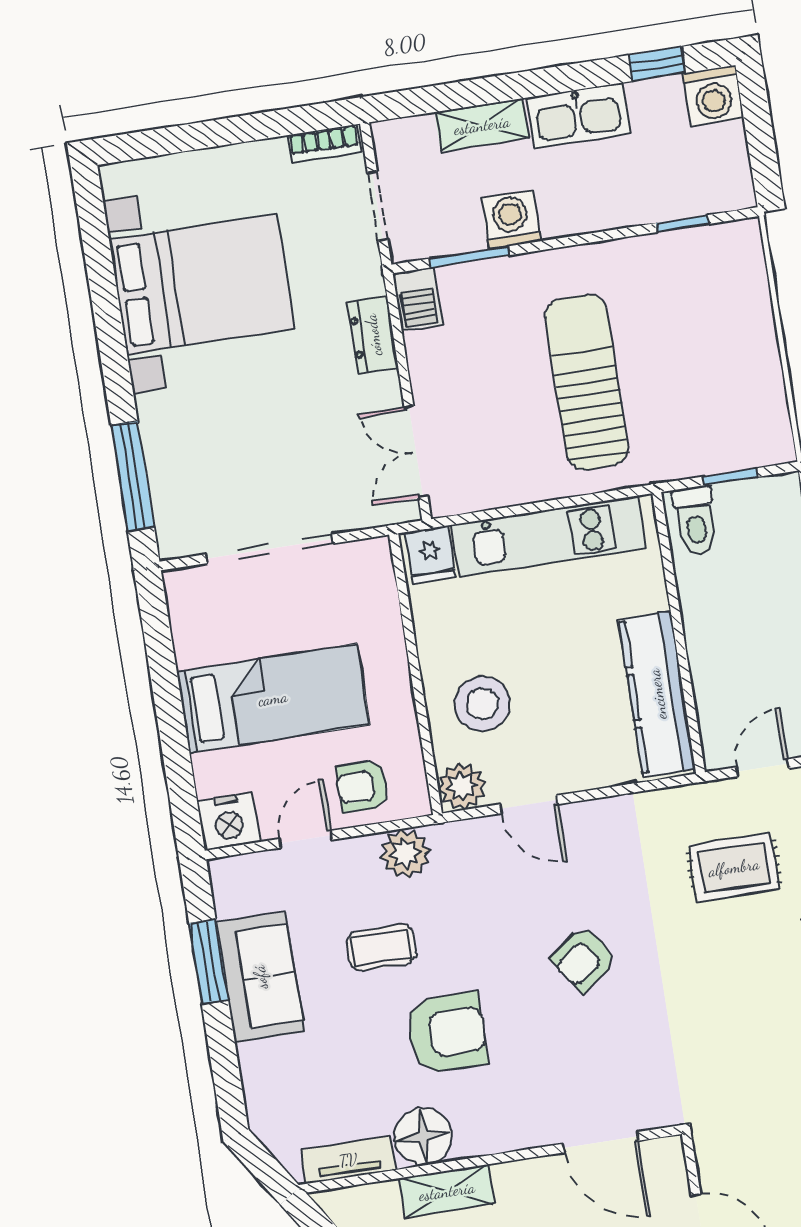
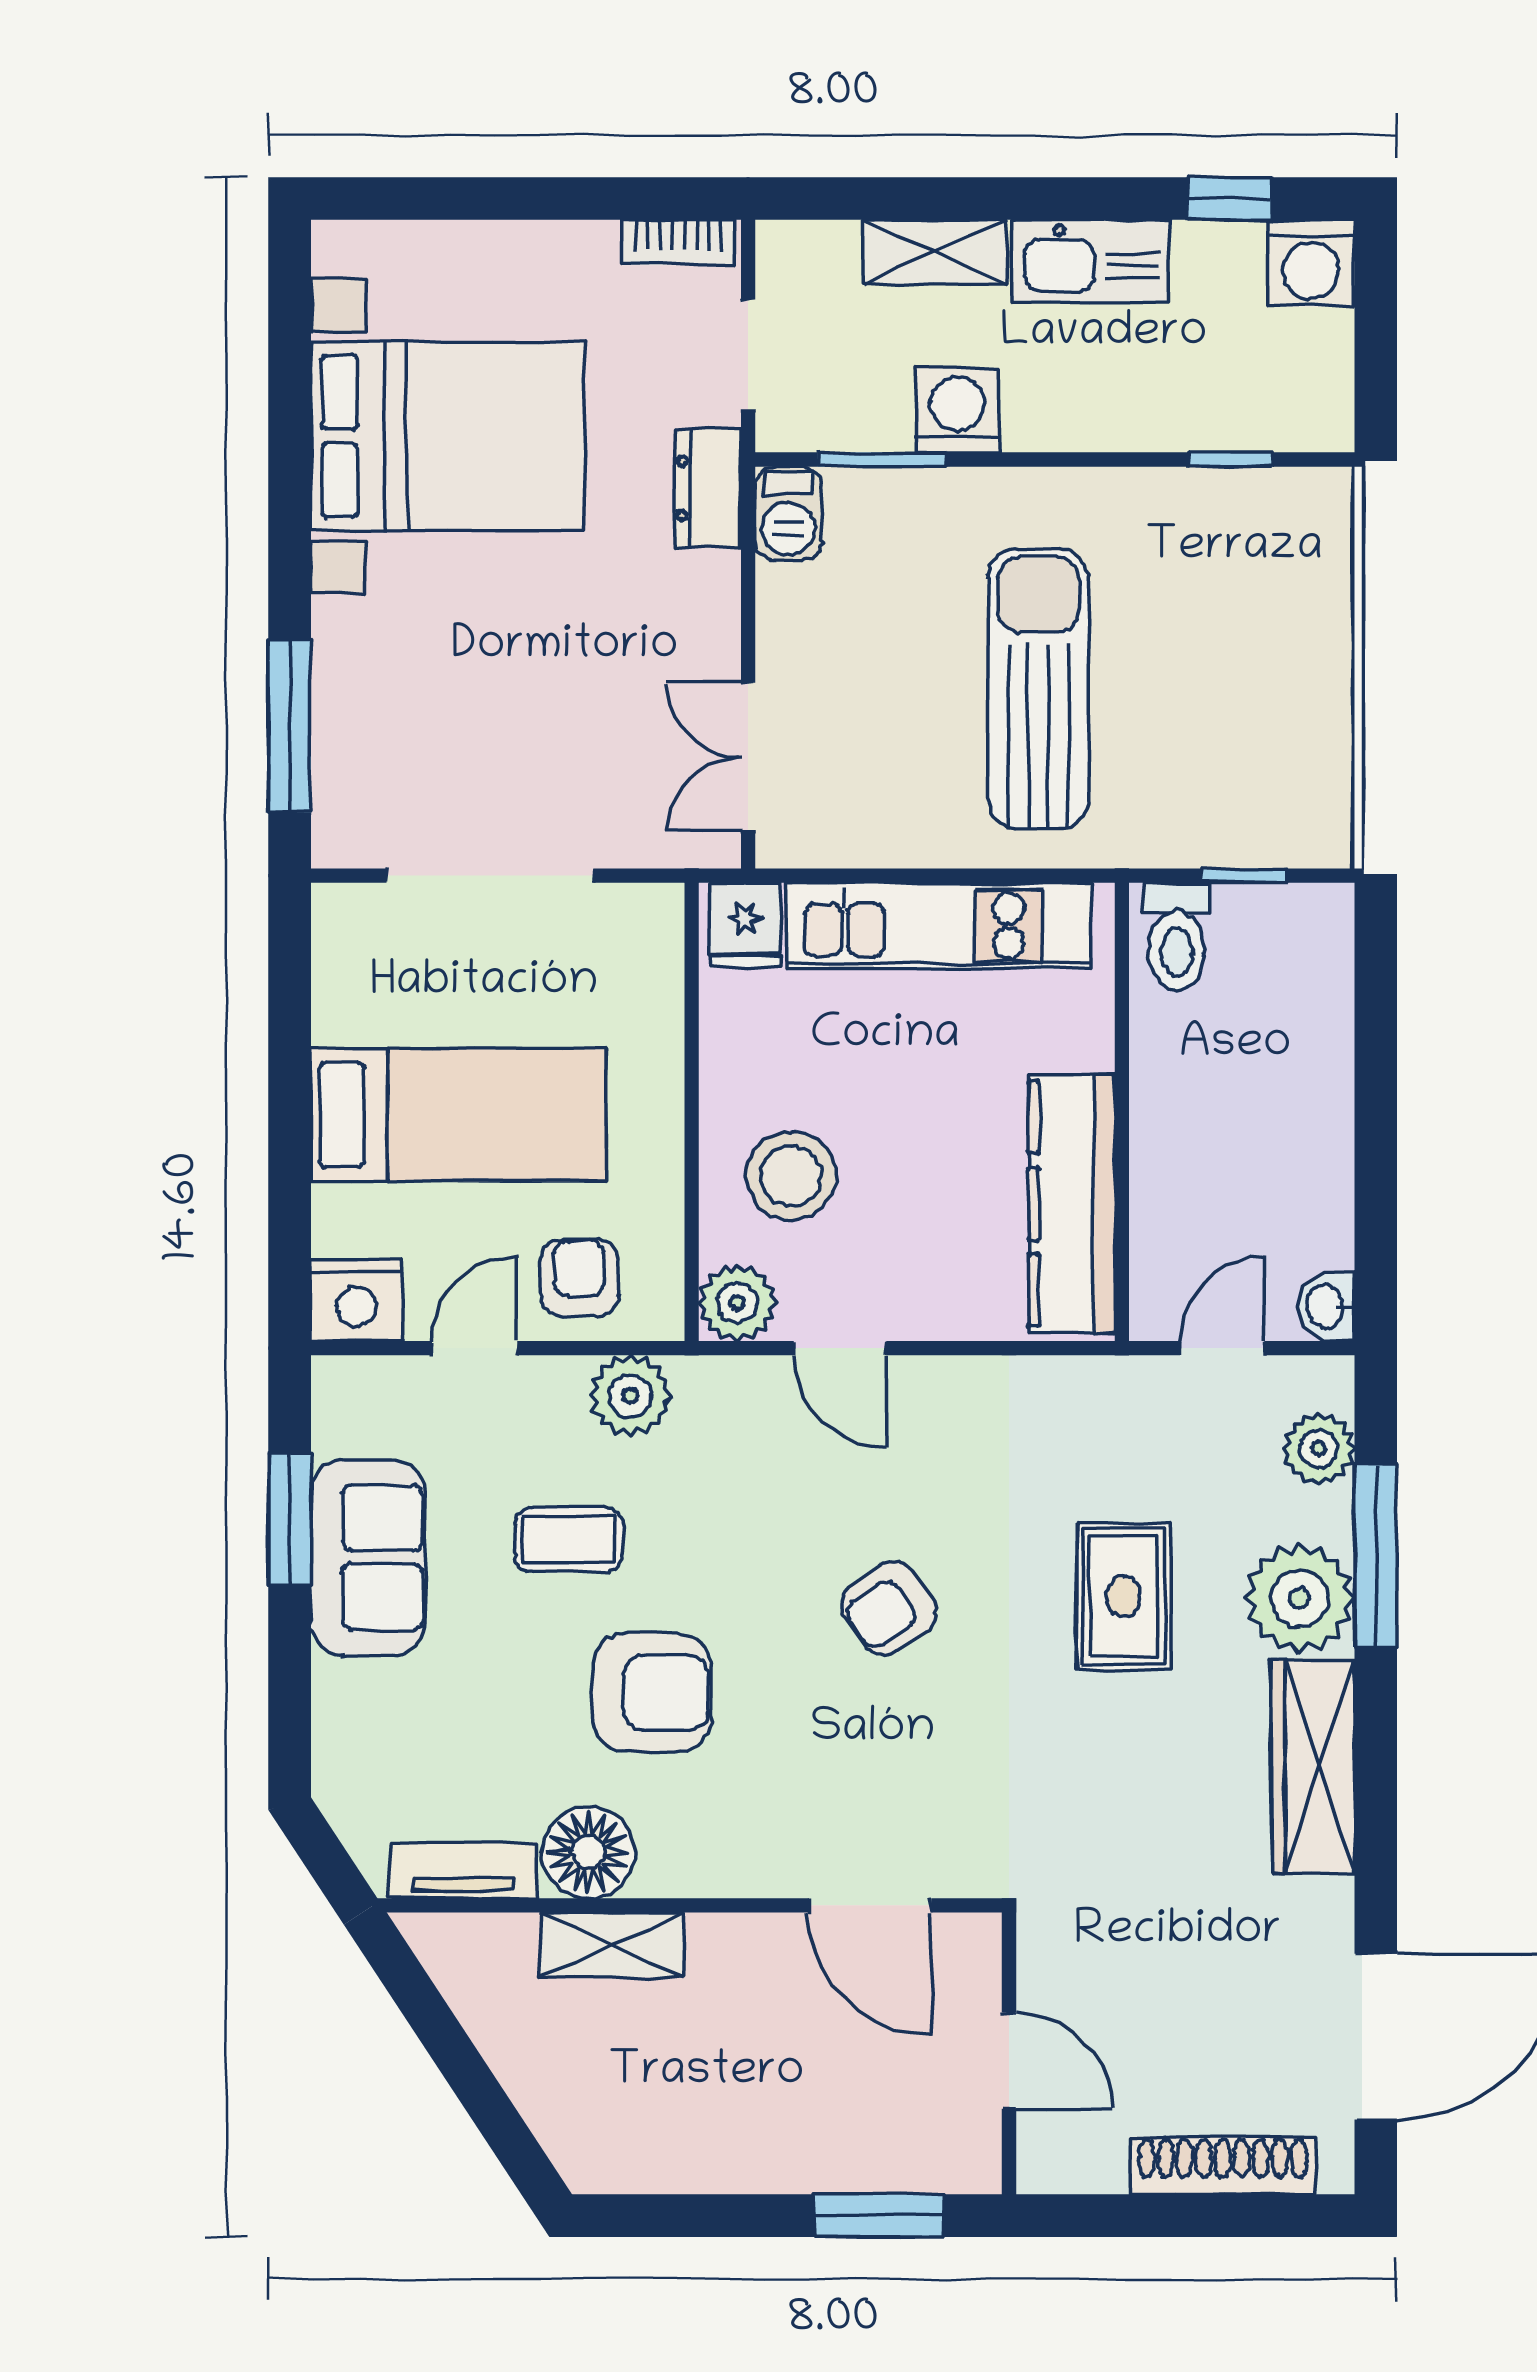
dresser: (373, 335) -> (708, 488), moved
armchair: (363, 786) -> (579, 1278), turned 90
rug: (734, 867) -> (1123, 1596), moved, turned 90

